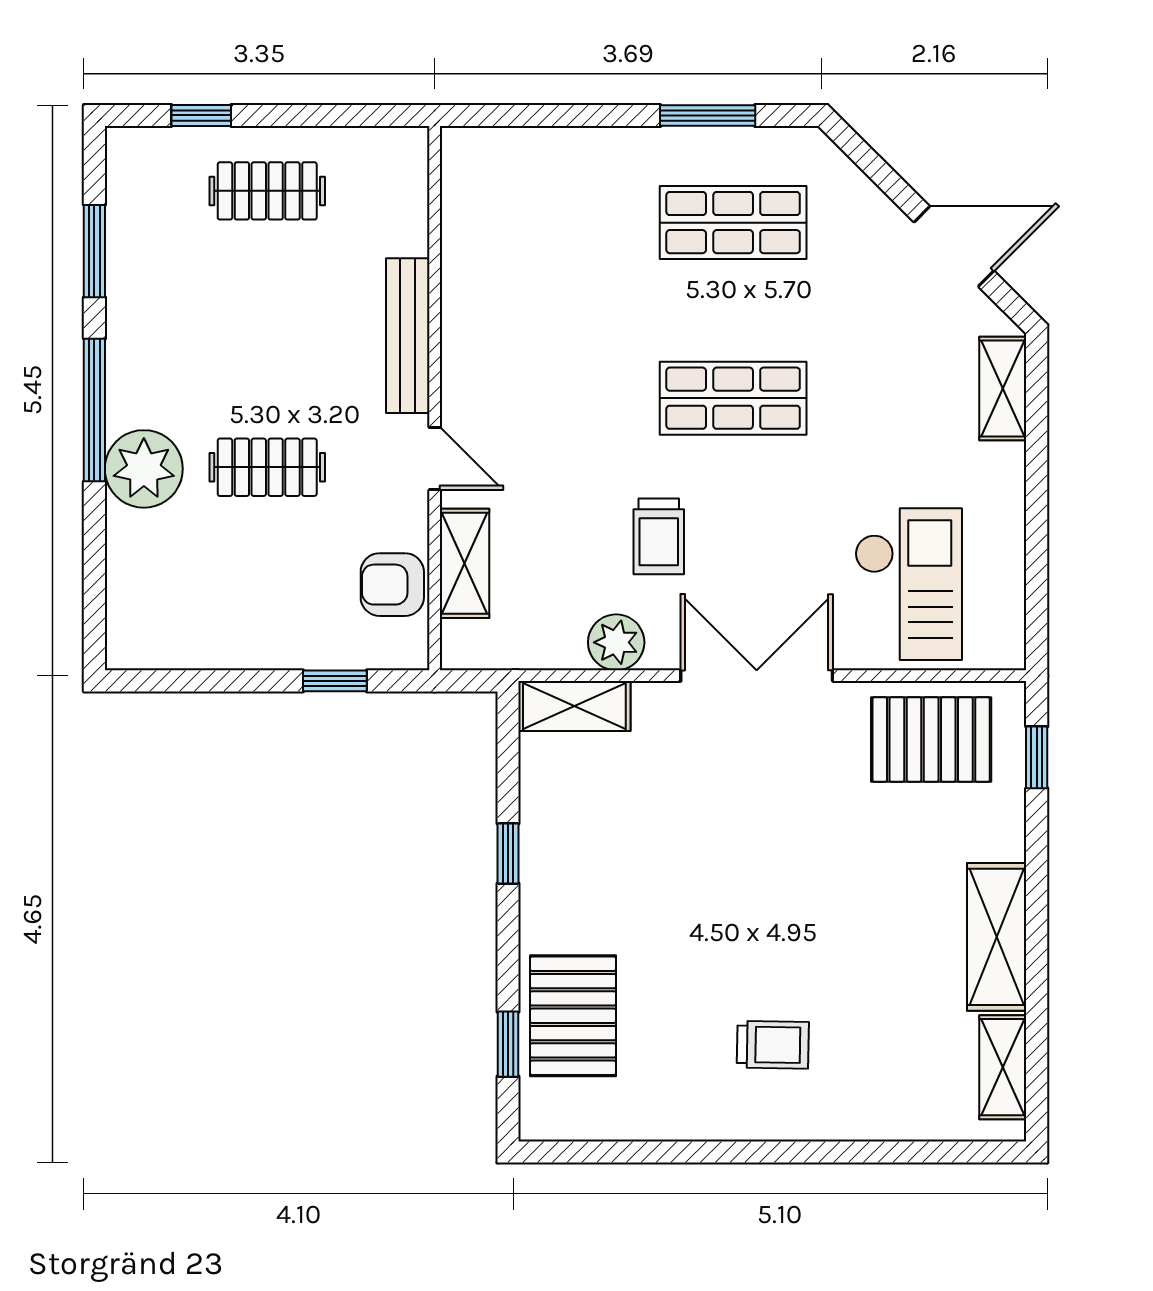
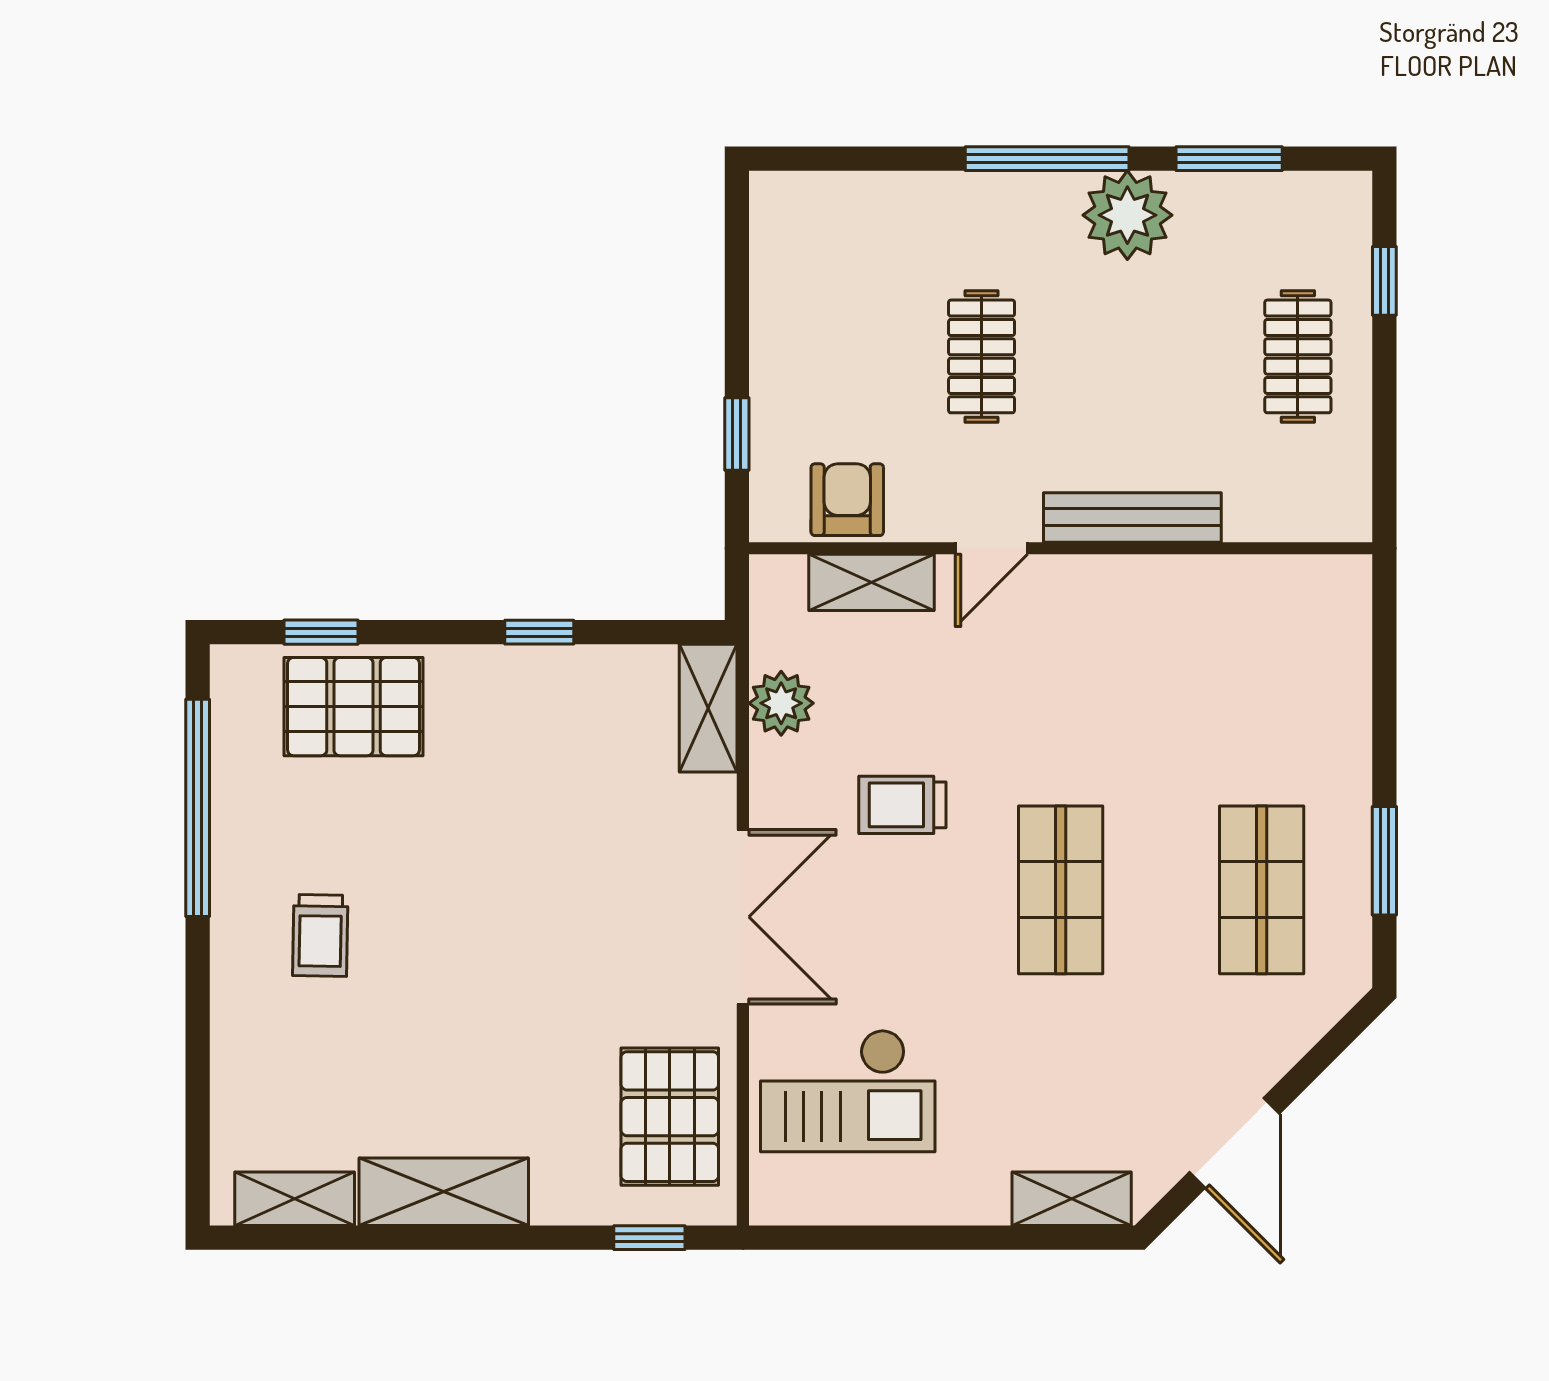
plant: (144, 469) -> (1127, 215), moved
plant: (616, 642) -> (781, 703), moved
window: (662, 1152) -> (198, 808), added

